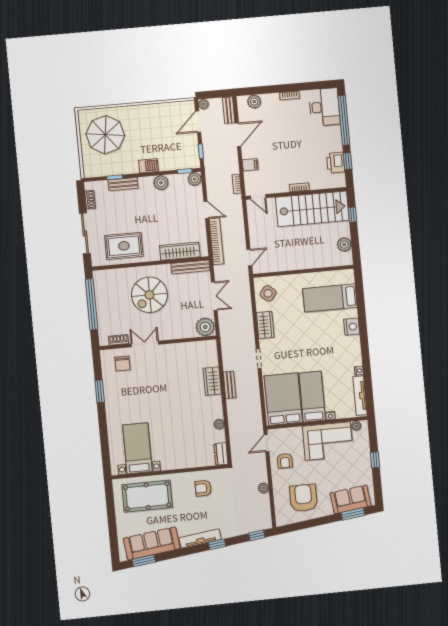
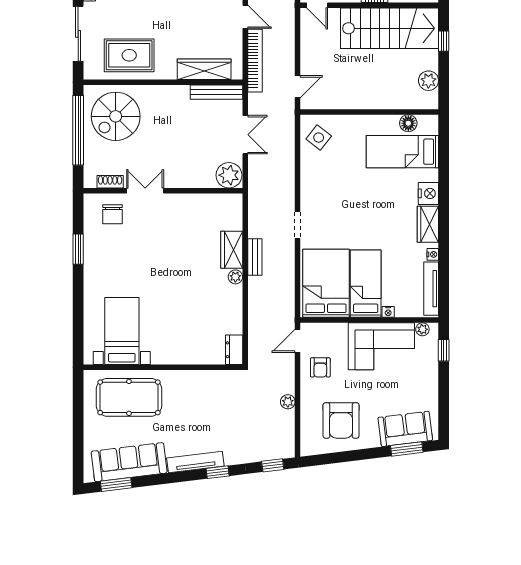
floor lamp: (332, 277) -> (408, 123), added
spiral stairs: (149, 295) -> (116, 116), moved
wardrobe: (265, 325) -> (428, 224), moved, turned 180
plant: (219, 424) -> (235, 277), moved
window: (375, 460) -> (444, 350), moved
armchair: (203, 488) -> (206, 394), removed
armchair: (303, 498) -> (341, 420), turned 180

